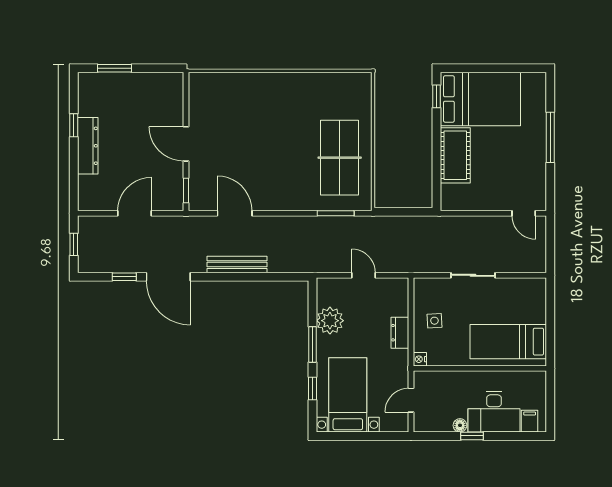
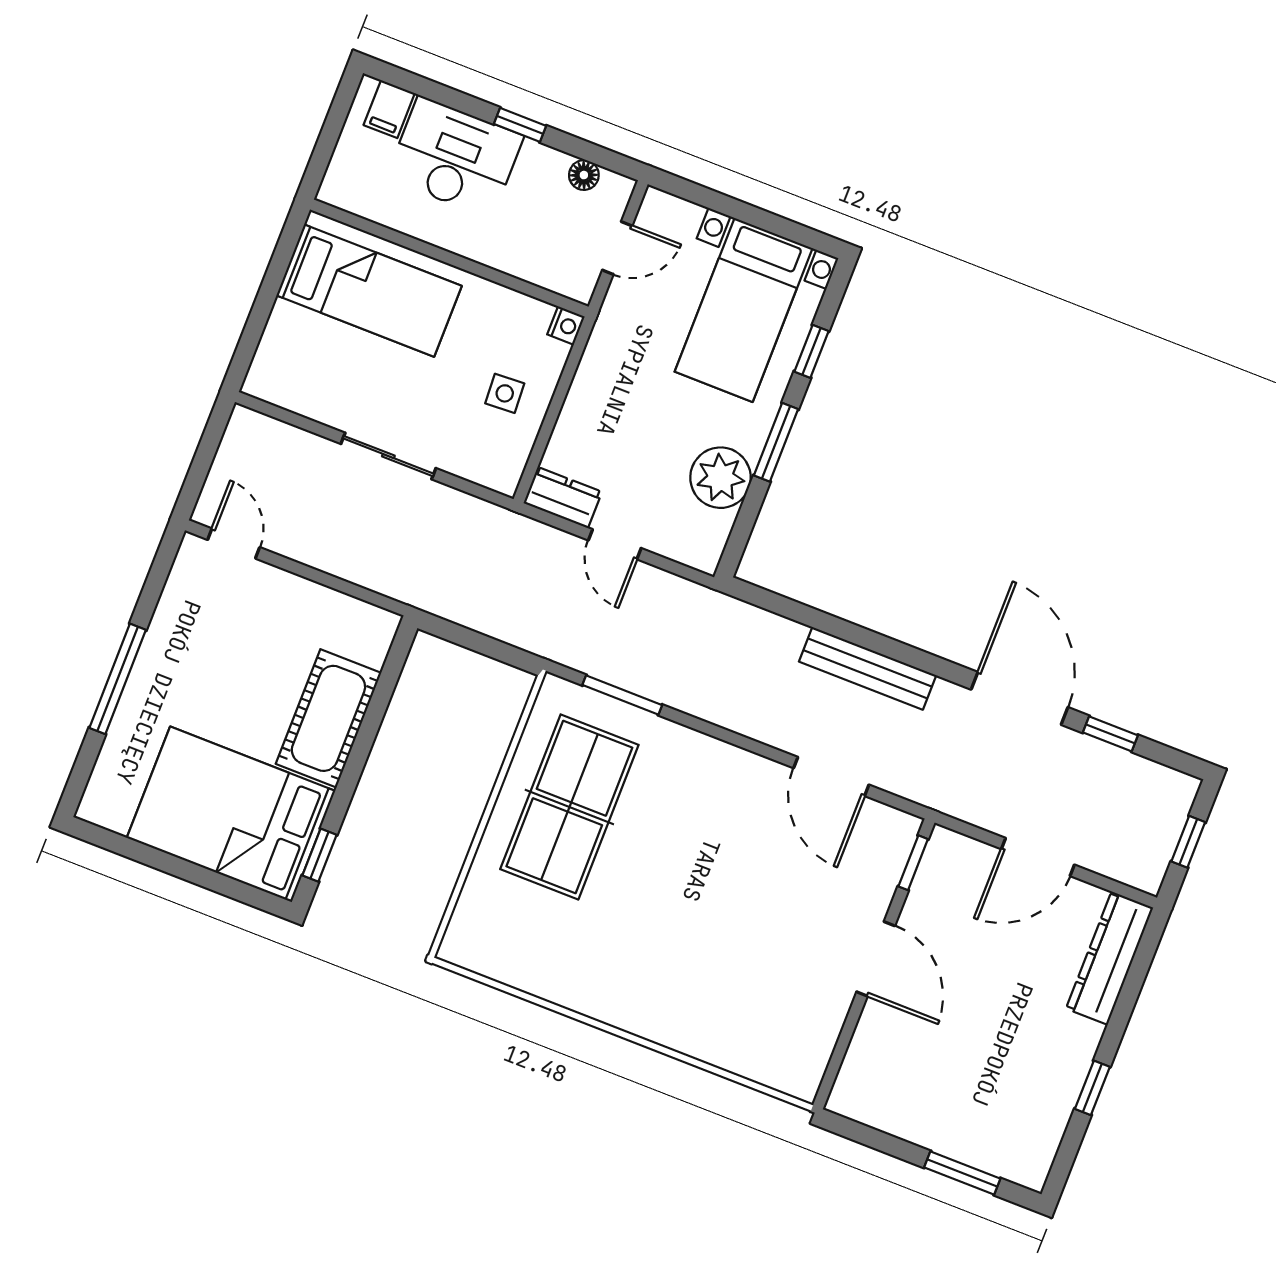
dresser: (88, 146) -> (1110, 958), moved
dresser: (400, 333) -> (563, 497), moved, turned -90
floor lamp: (460, 425) -> (584, 175), moved

